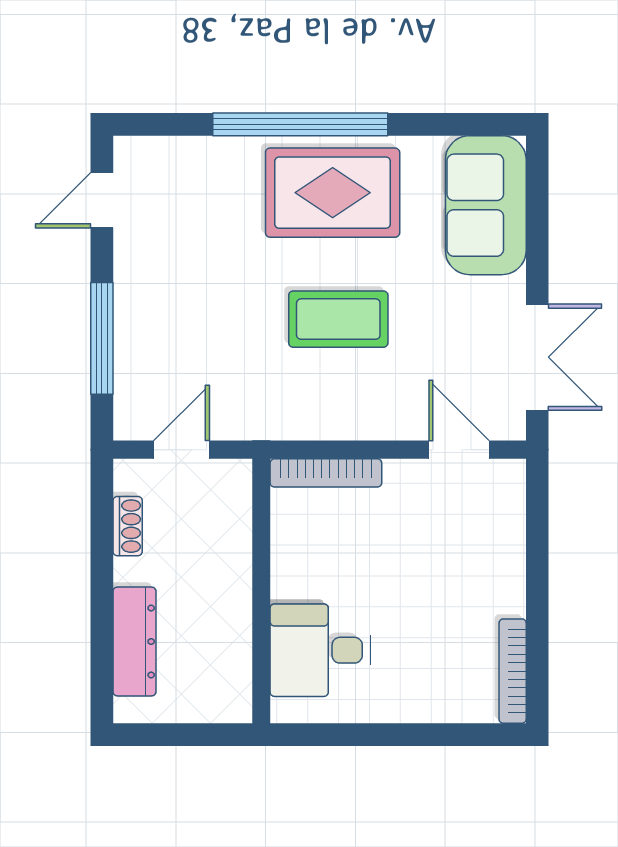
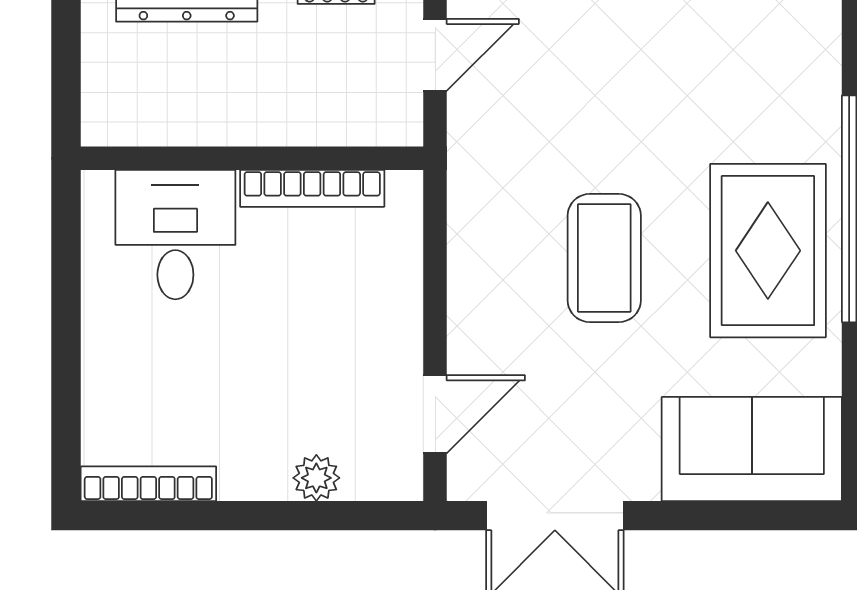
door: (181, 450) -> (435, 55), hinge flipped
bookcase: (326, 473) -> (312, 188), moved, turned -90
plant: (508, 541) -> (316, 478), added

